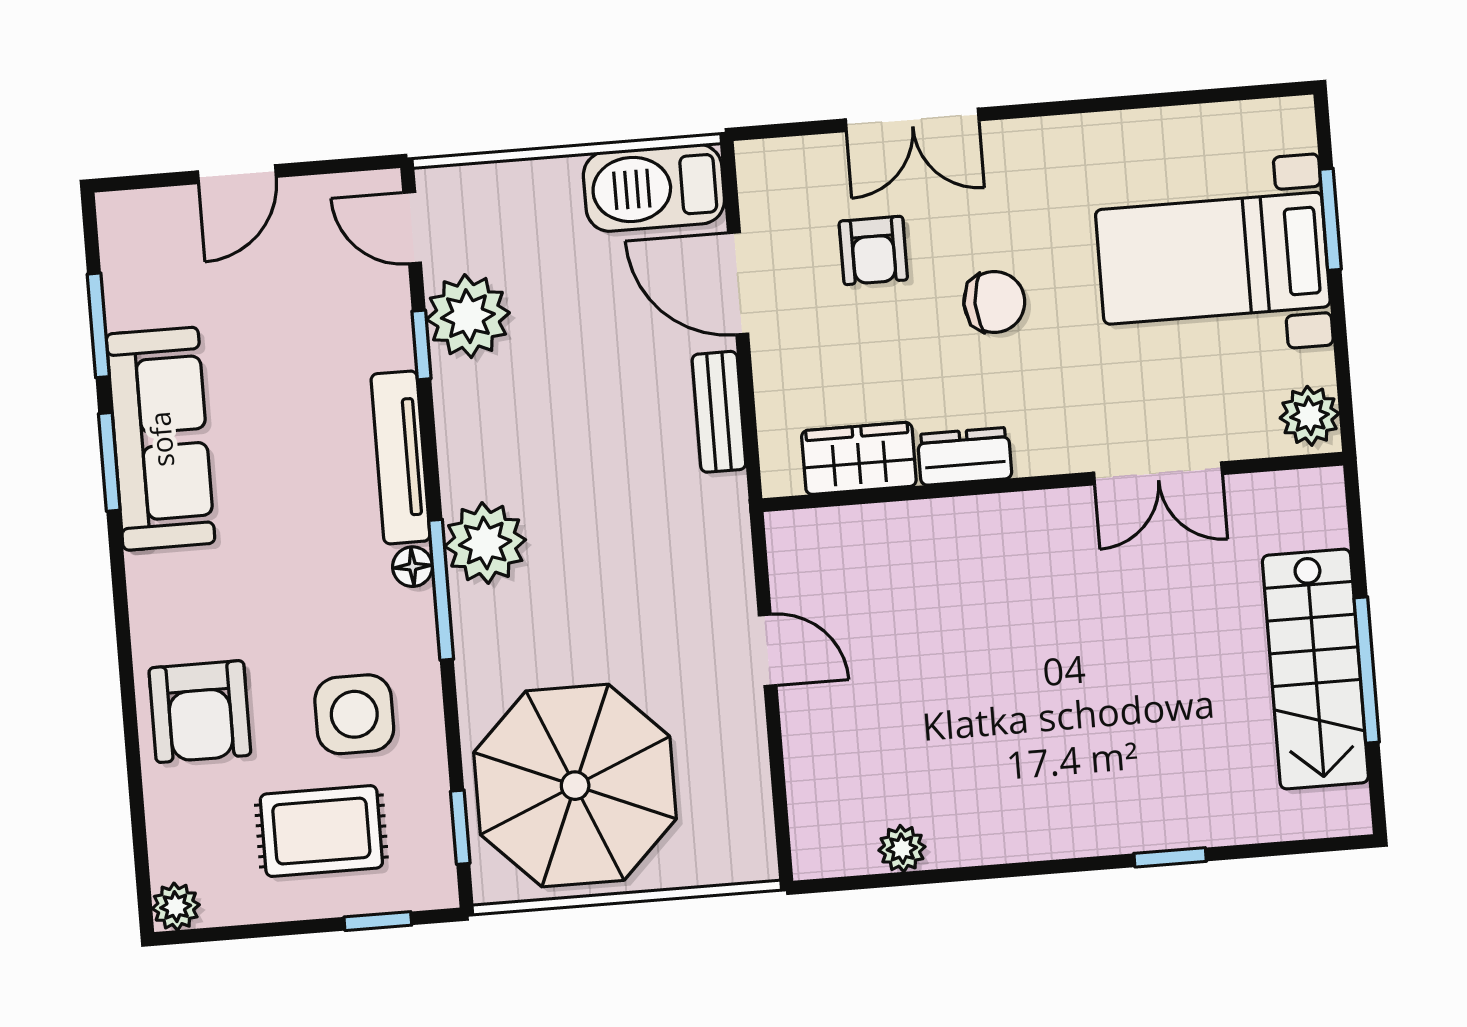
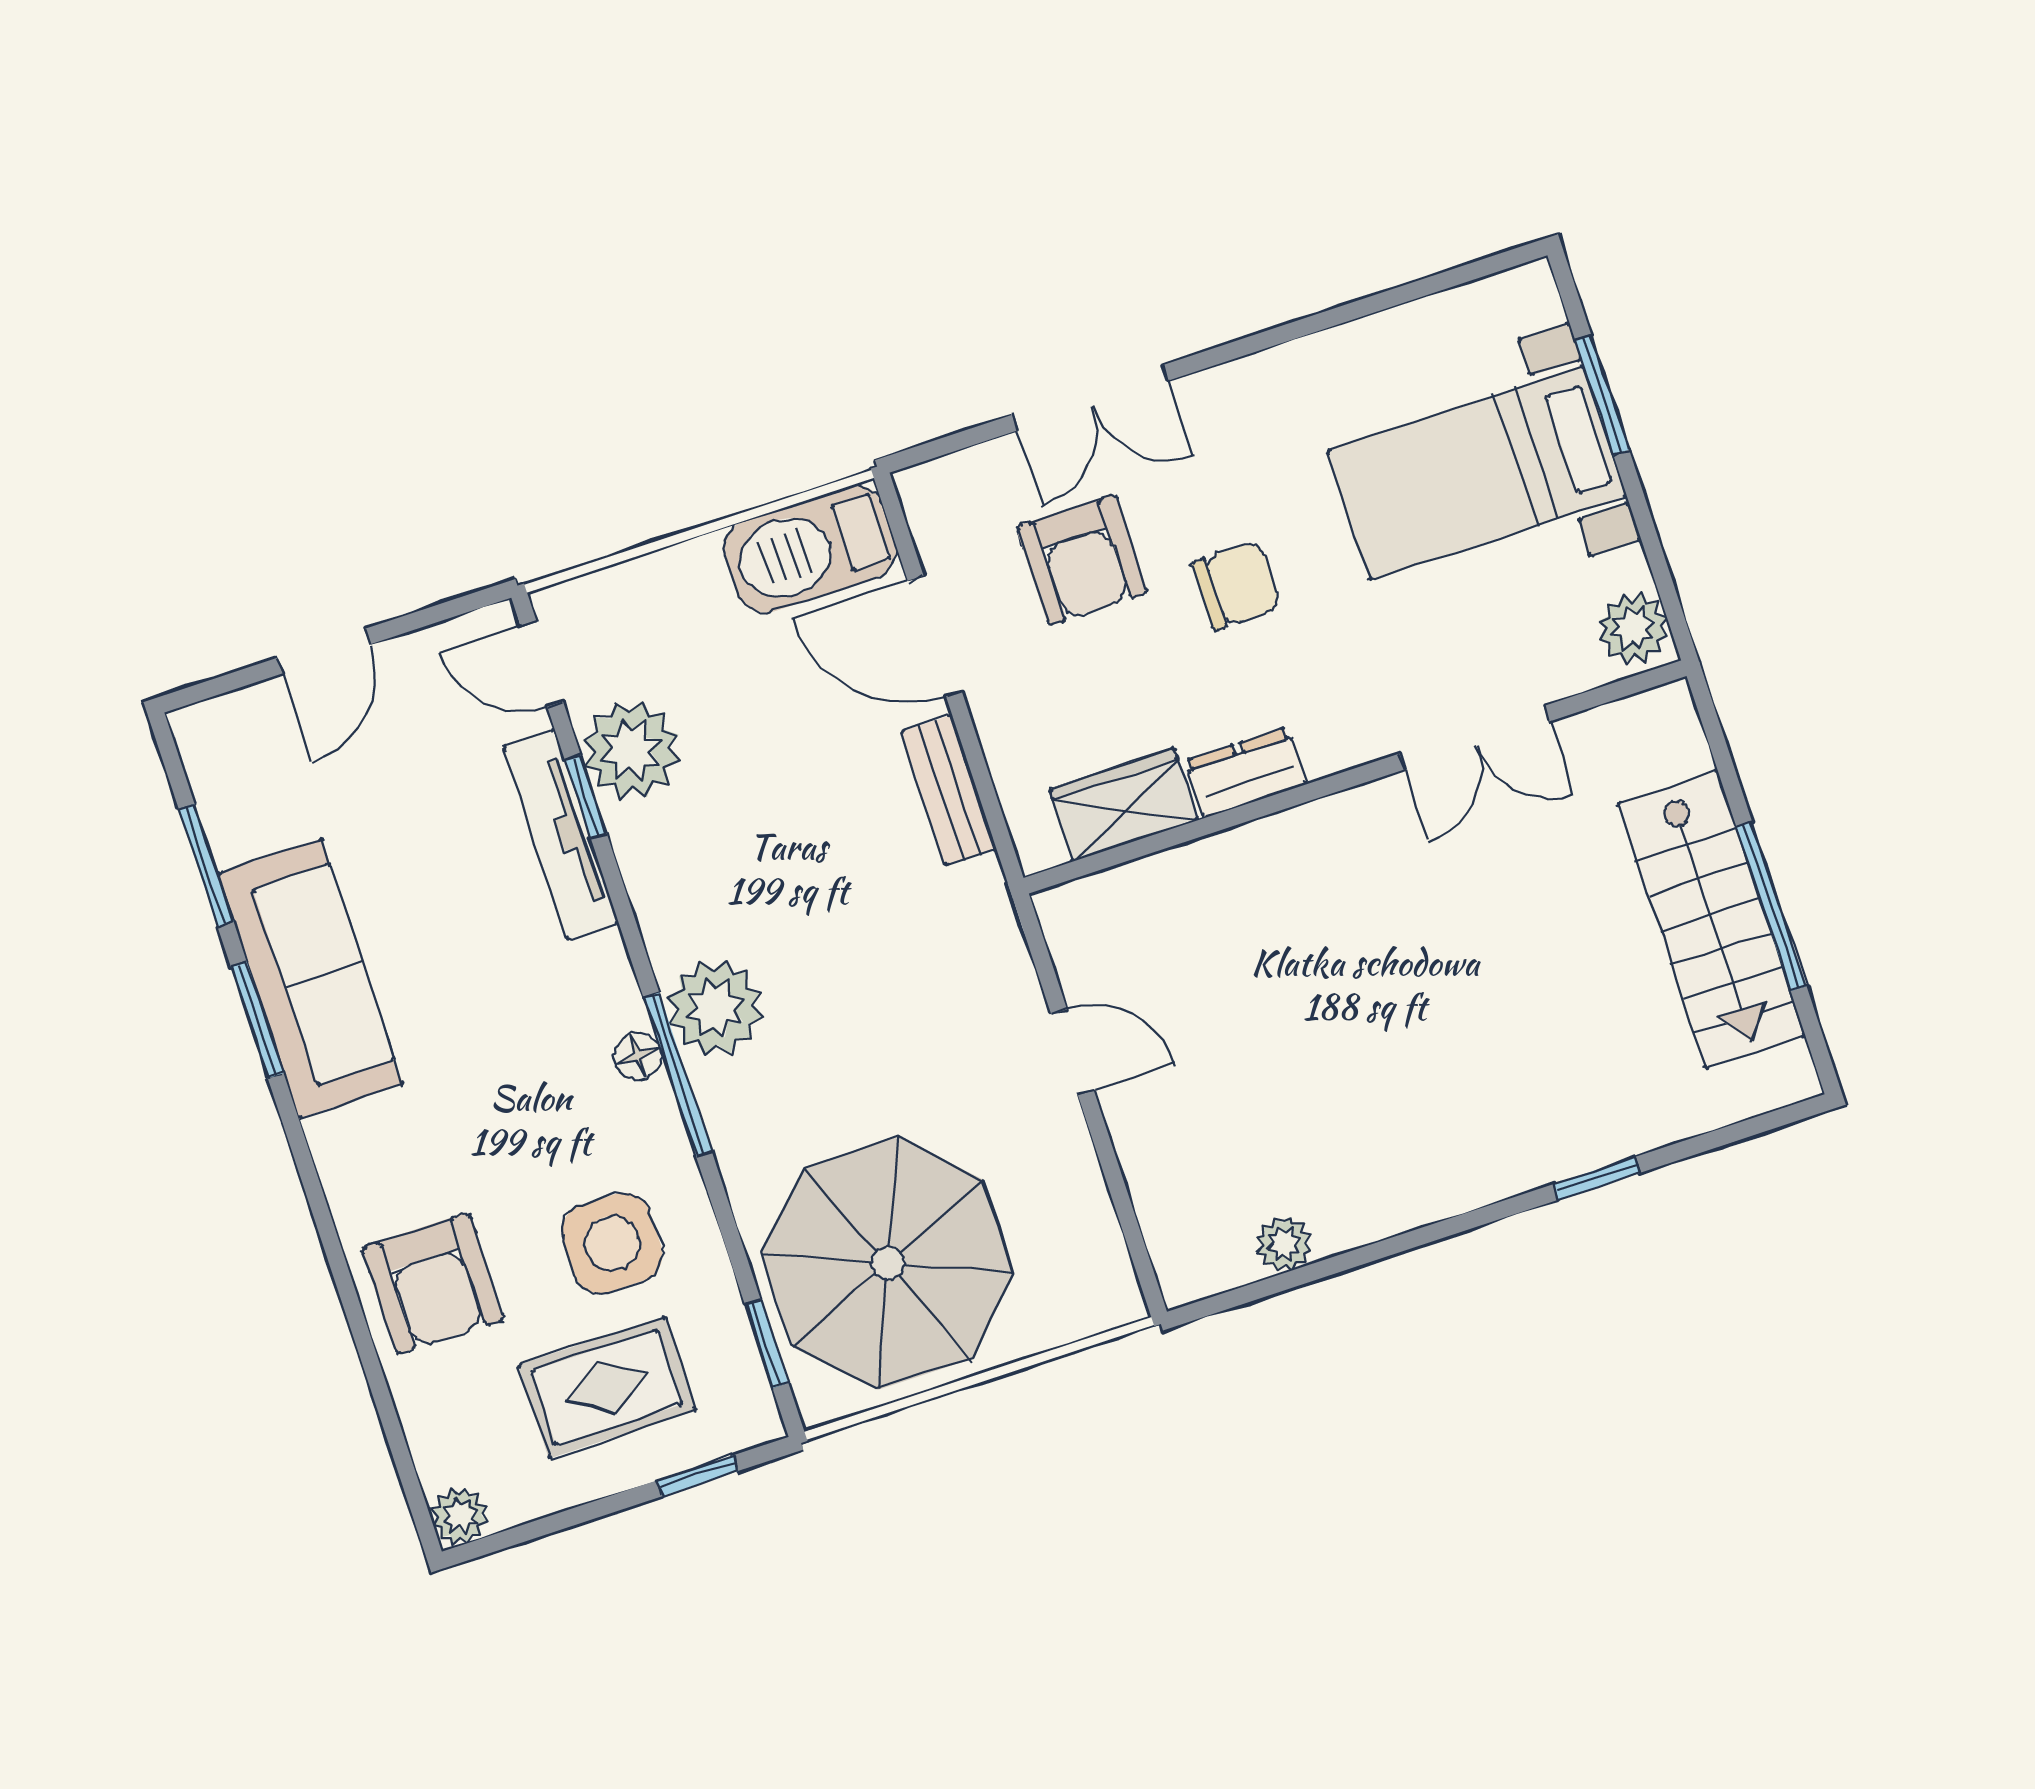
armchair: (873, 250) -> (1082, 560), width x1.38, depth x1.38
tv unit: (400, 457) -> (561, 835), moved

